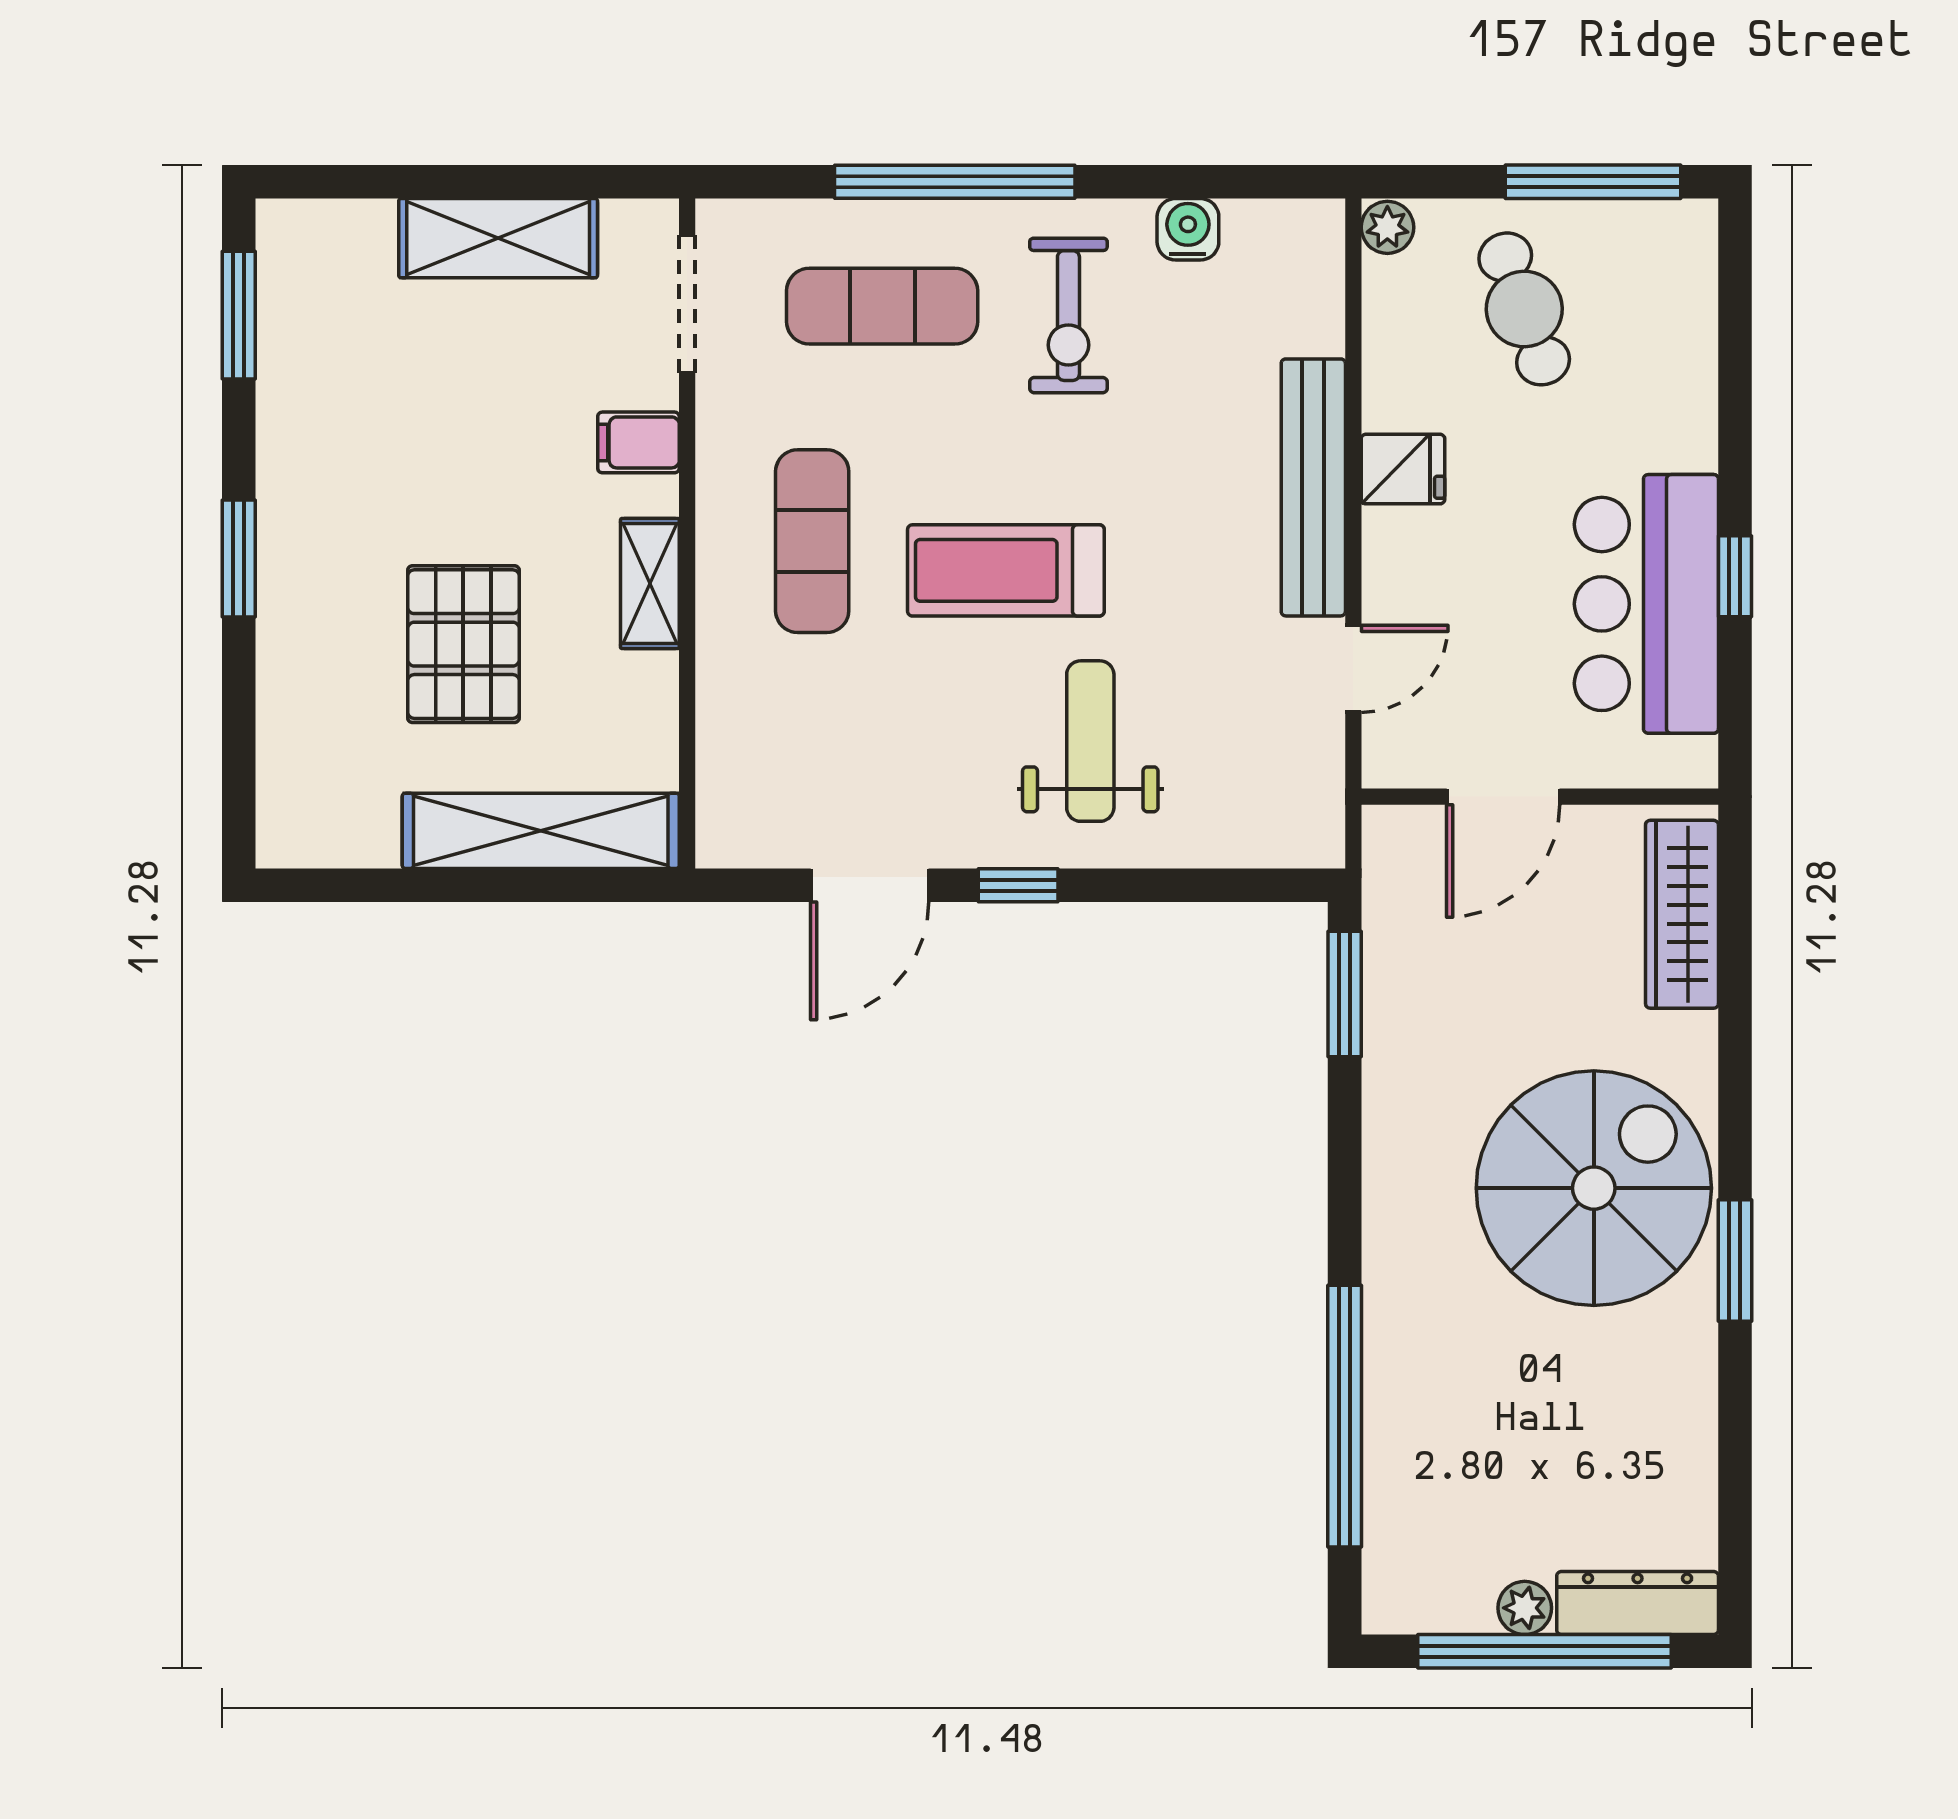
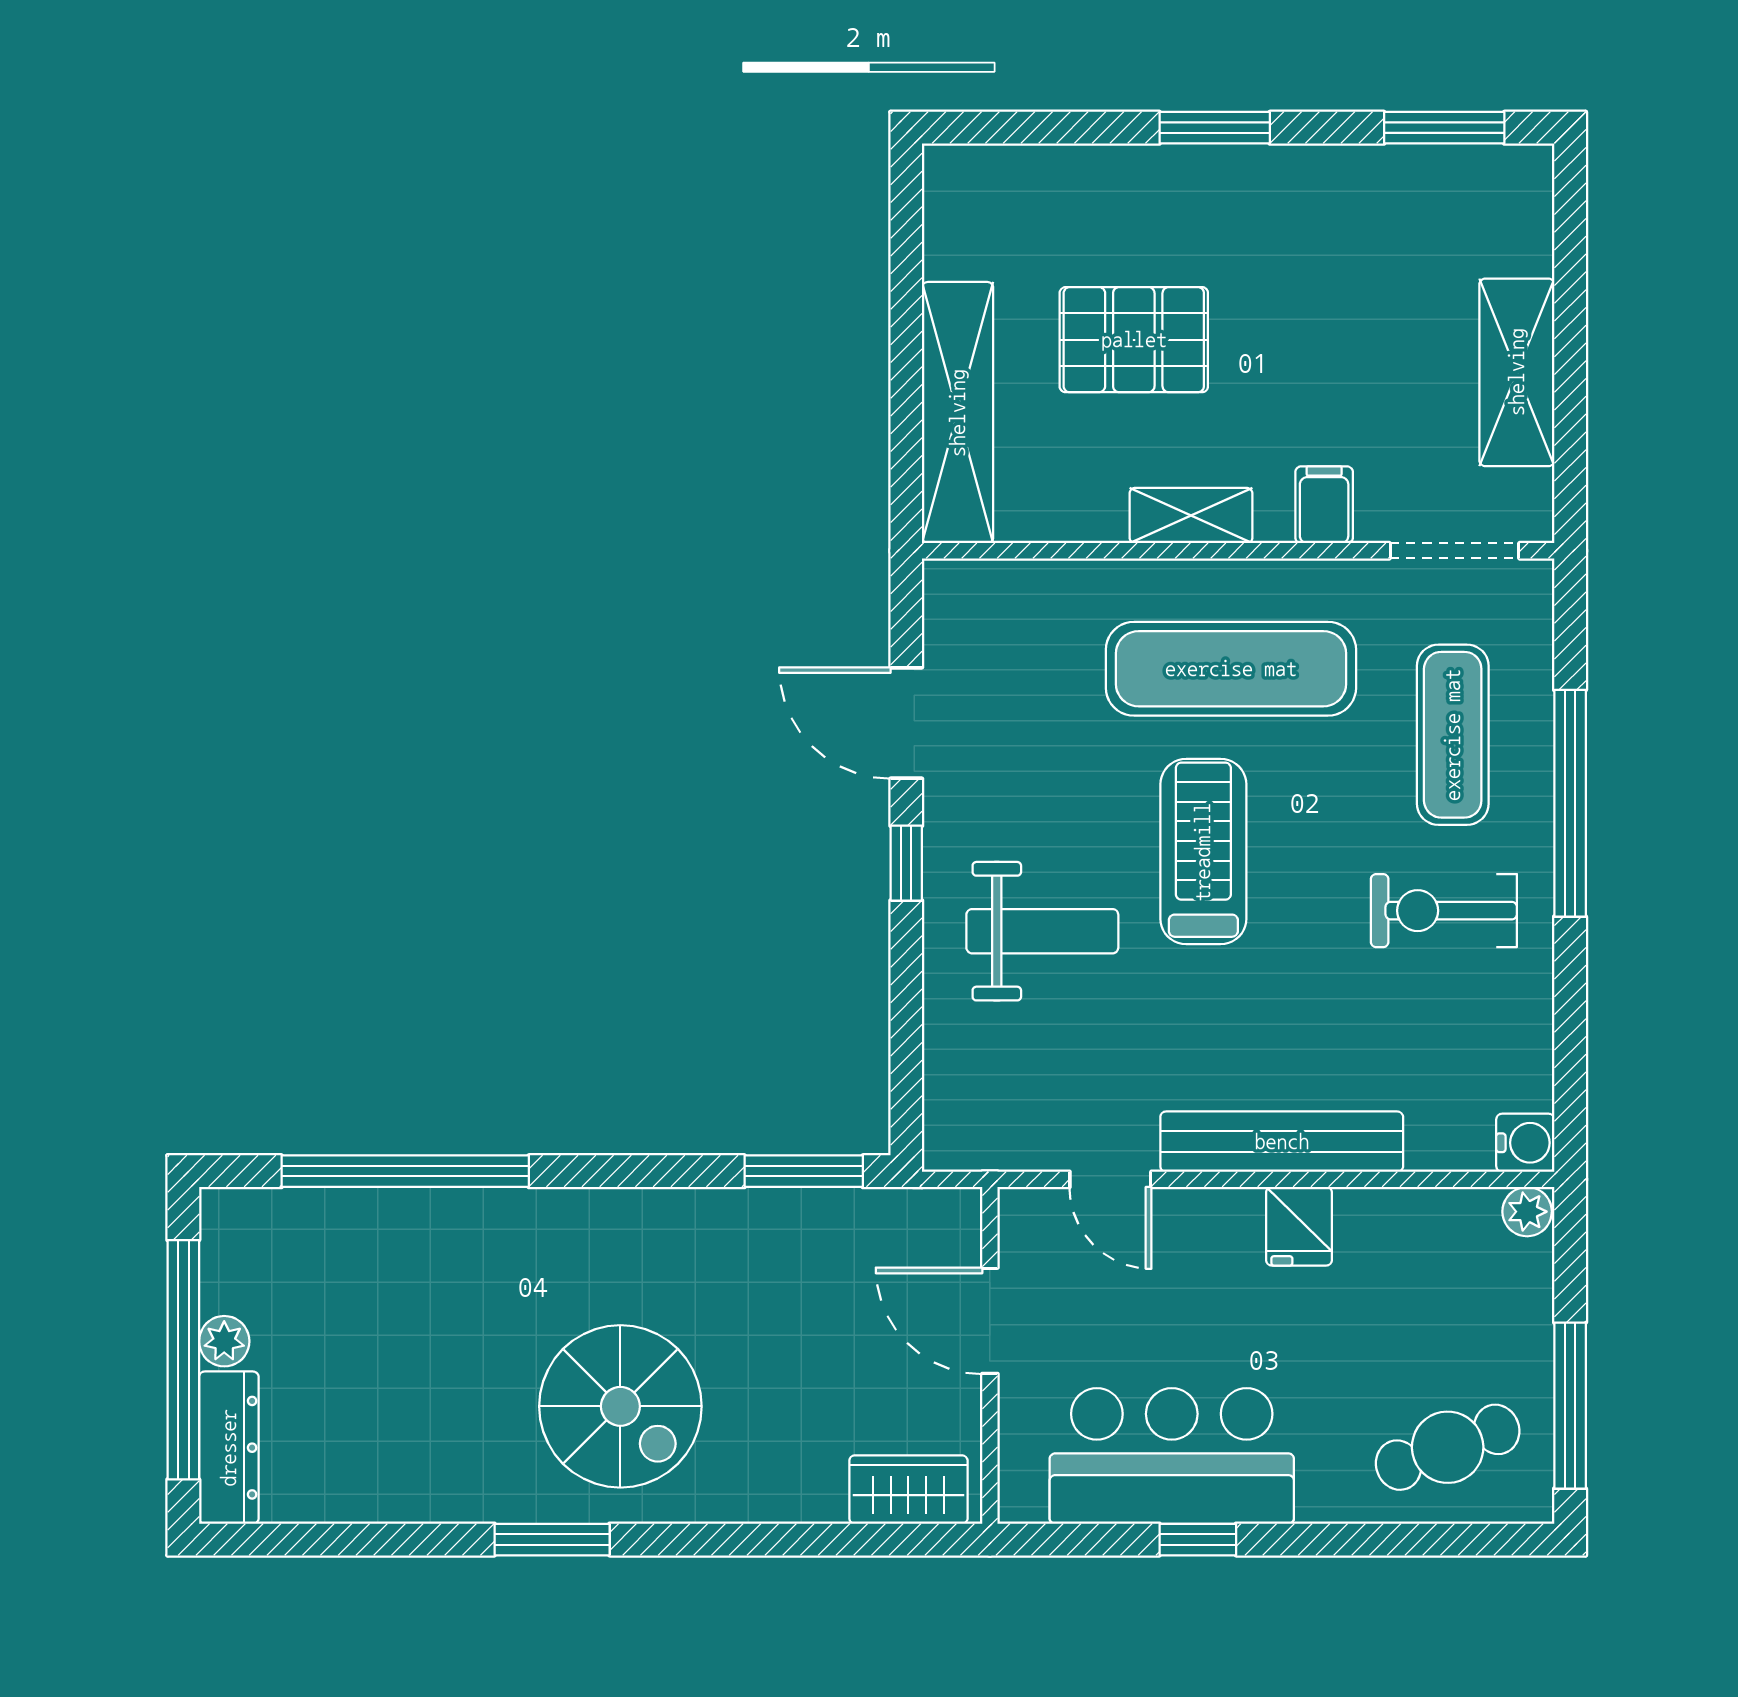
water cooler: (1188, 229) -> (1525, 1143), moved
cafe table: (1524, 309) -> (1448, 1447), moved
exercise mat: (812, 541) -> (1231, 669), width x1.36, depth x1.45
wardrobe: (1682, 914) -> (908, 1490), width x0.67
spiral stairs: (1594, 1188) -> (620, 1406), width x0.73, depth x0.73

